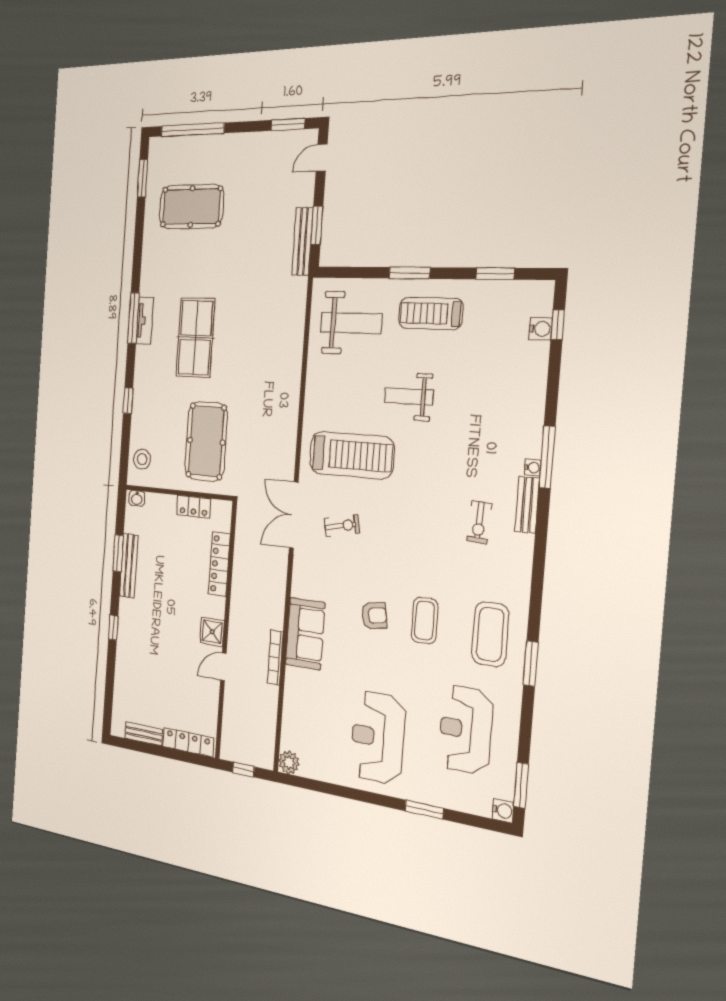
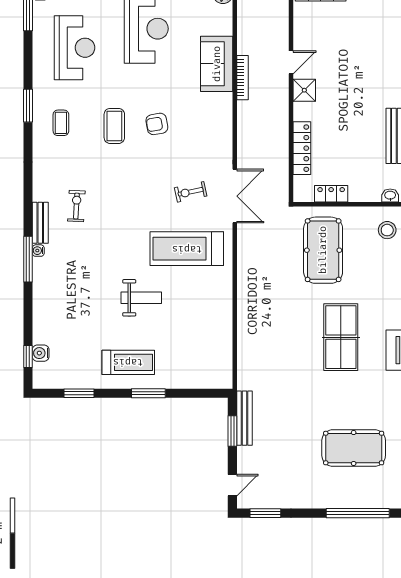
weight bench: (351, 323) -> (195, 353), removed
sofa: (305, 634) -> (217, 64), moved
coffee table: (490, 634) -> (61, 123), width x0.54, depth x0.58

